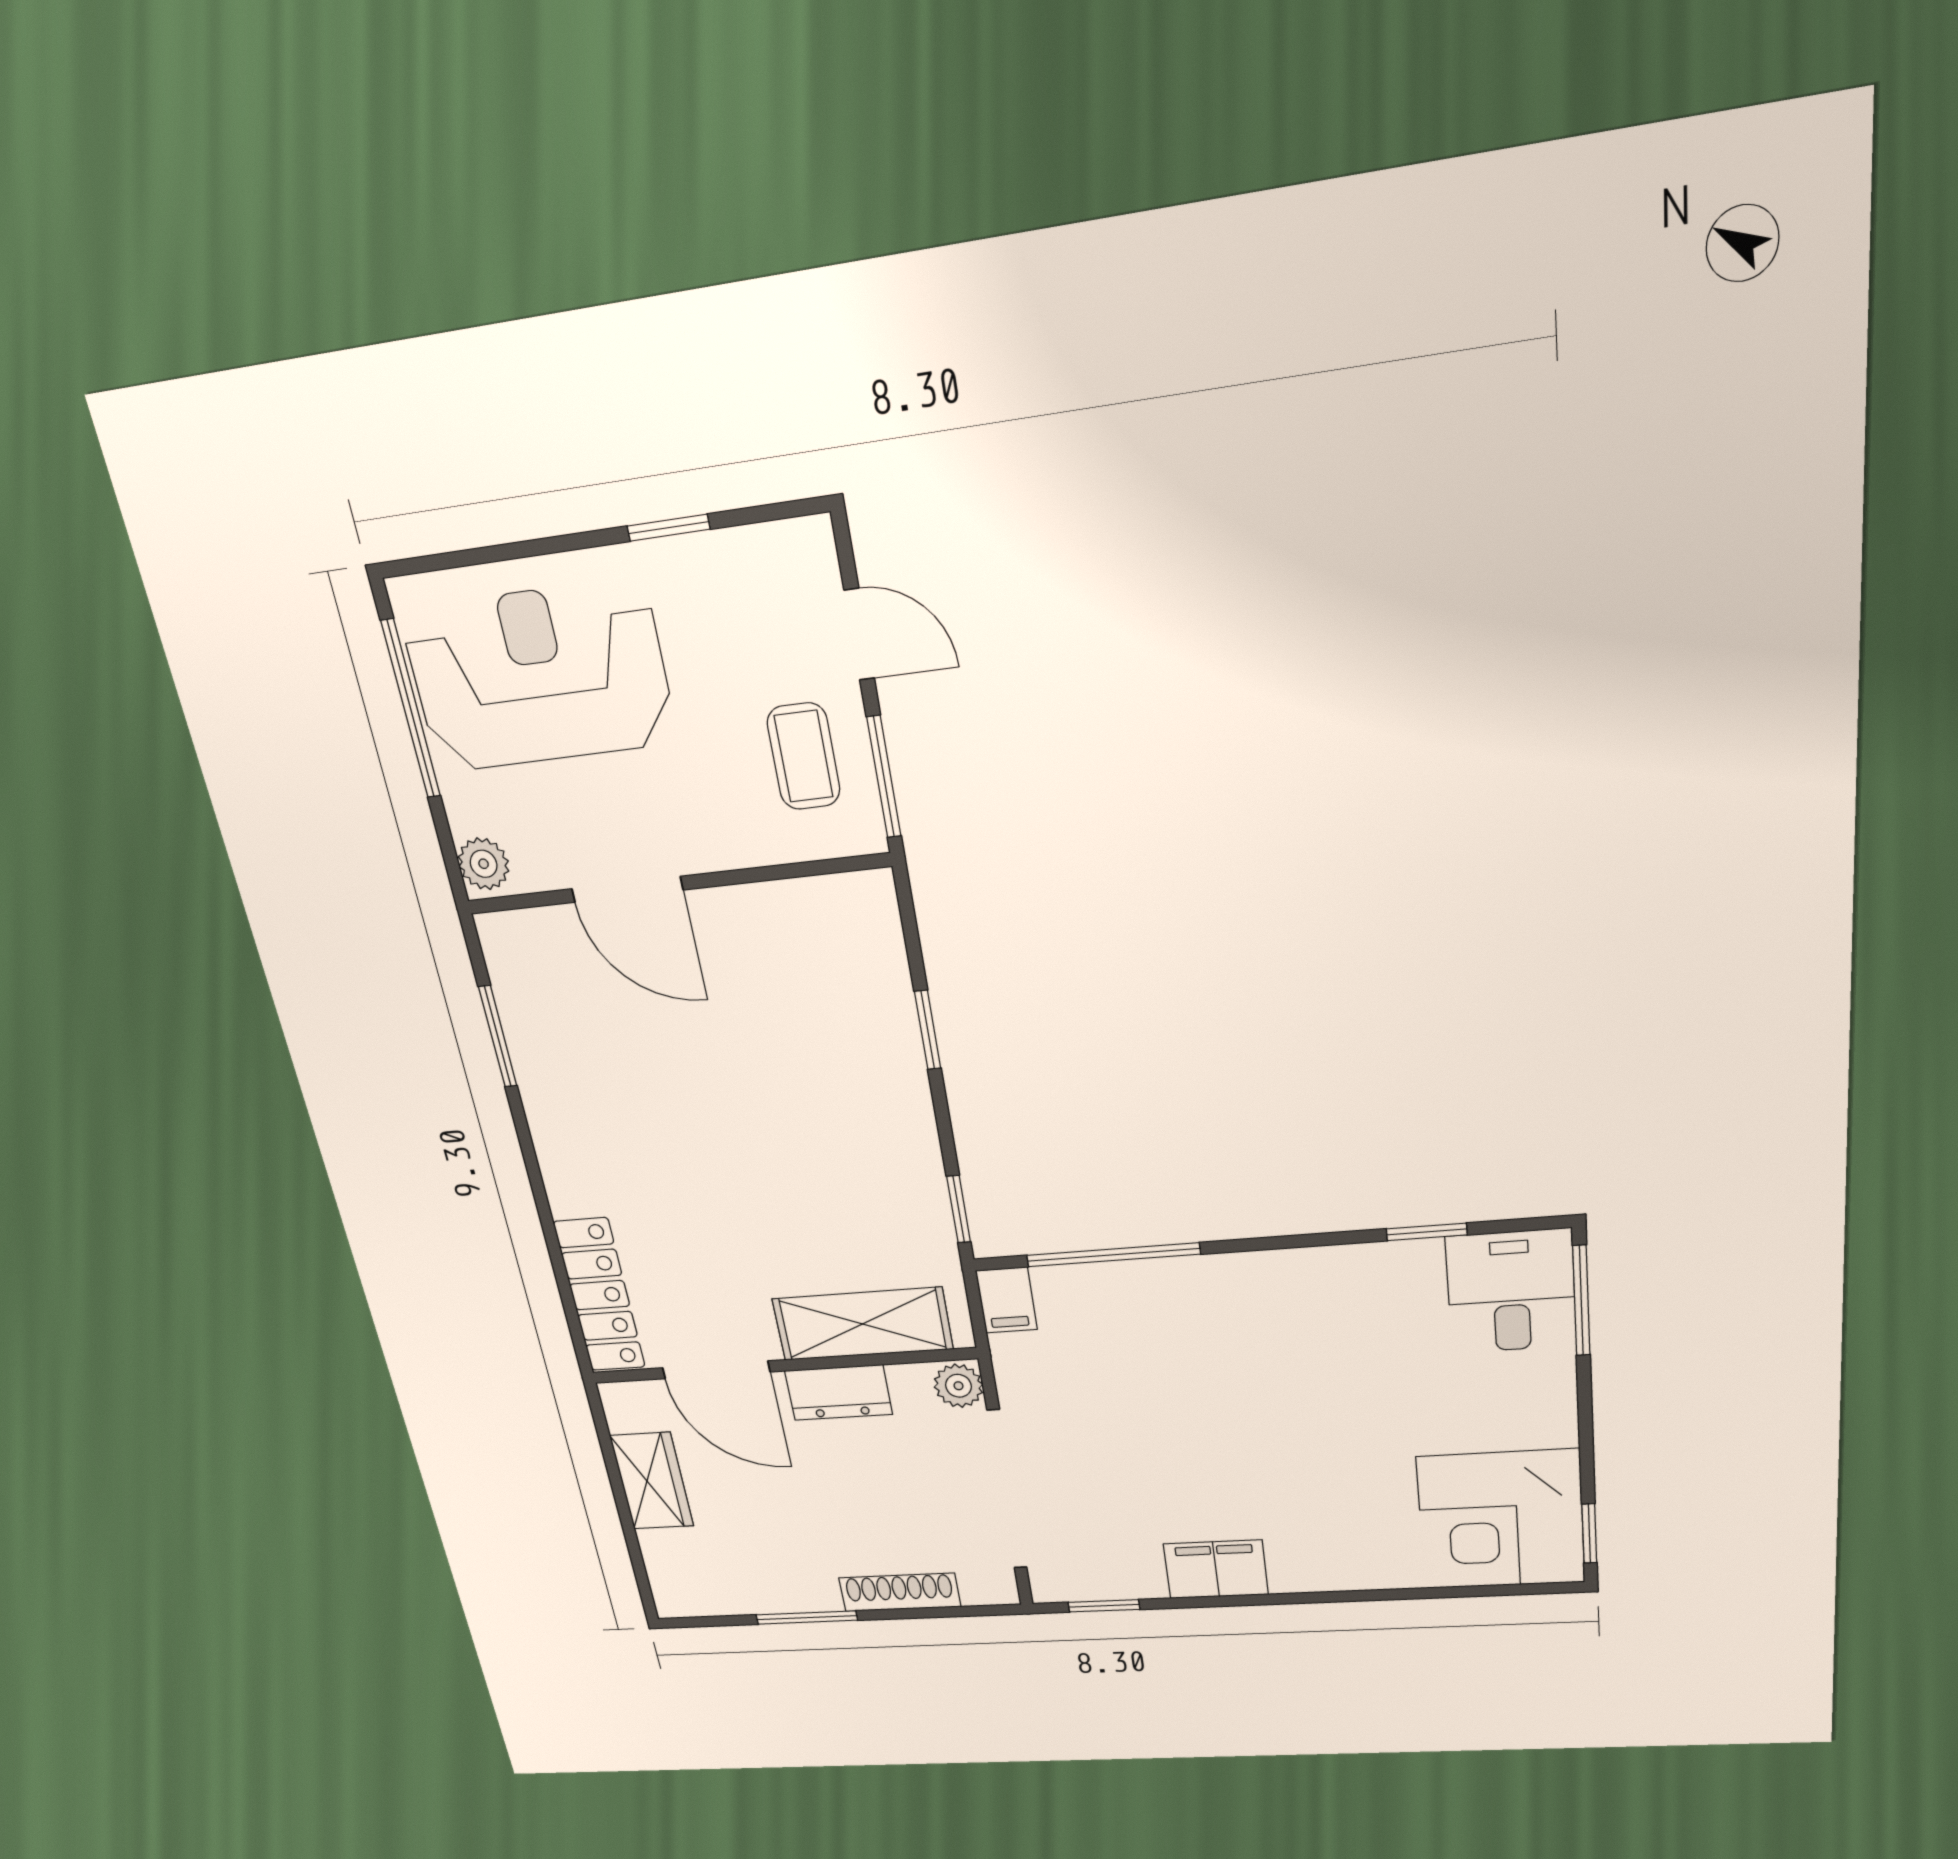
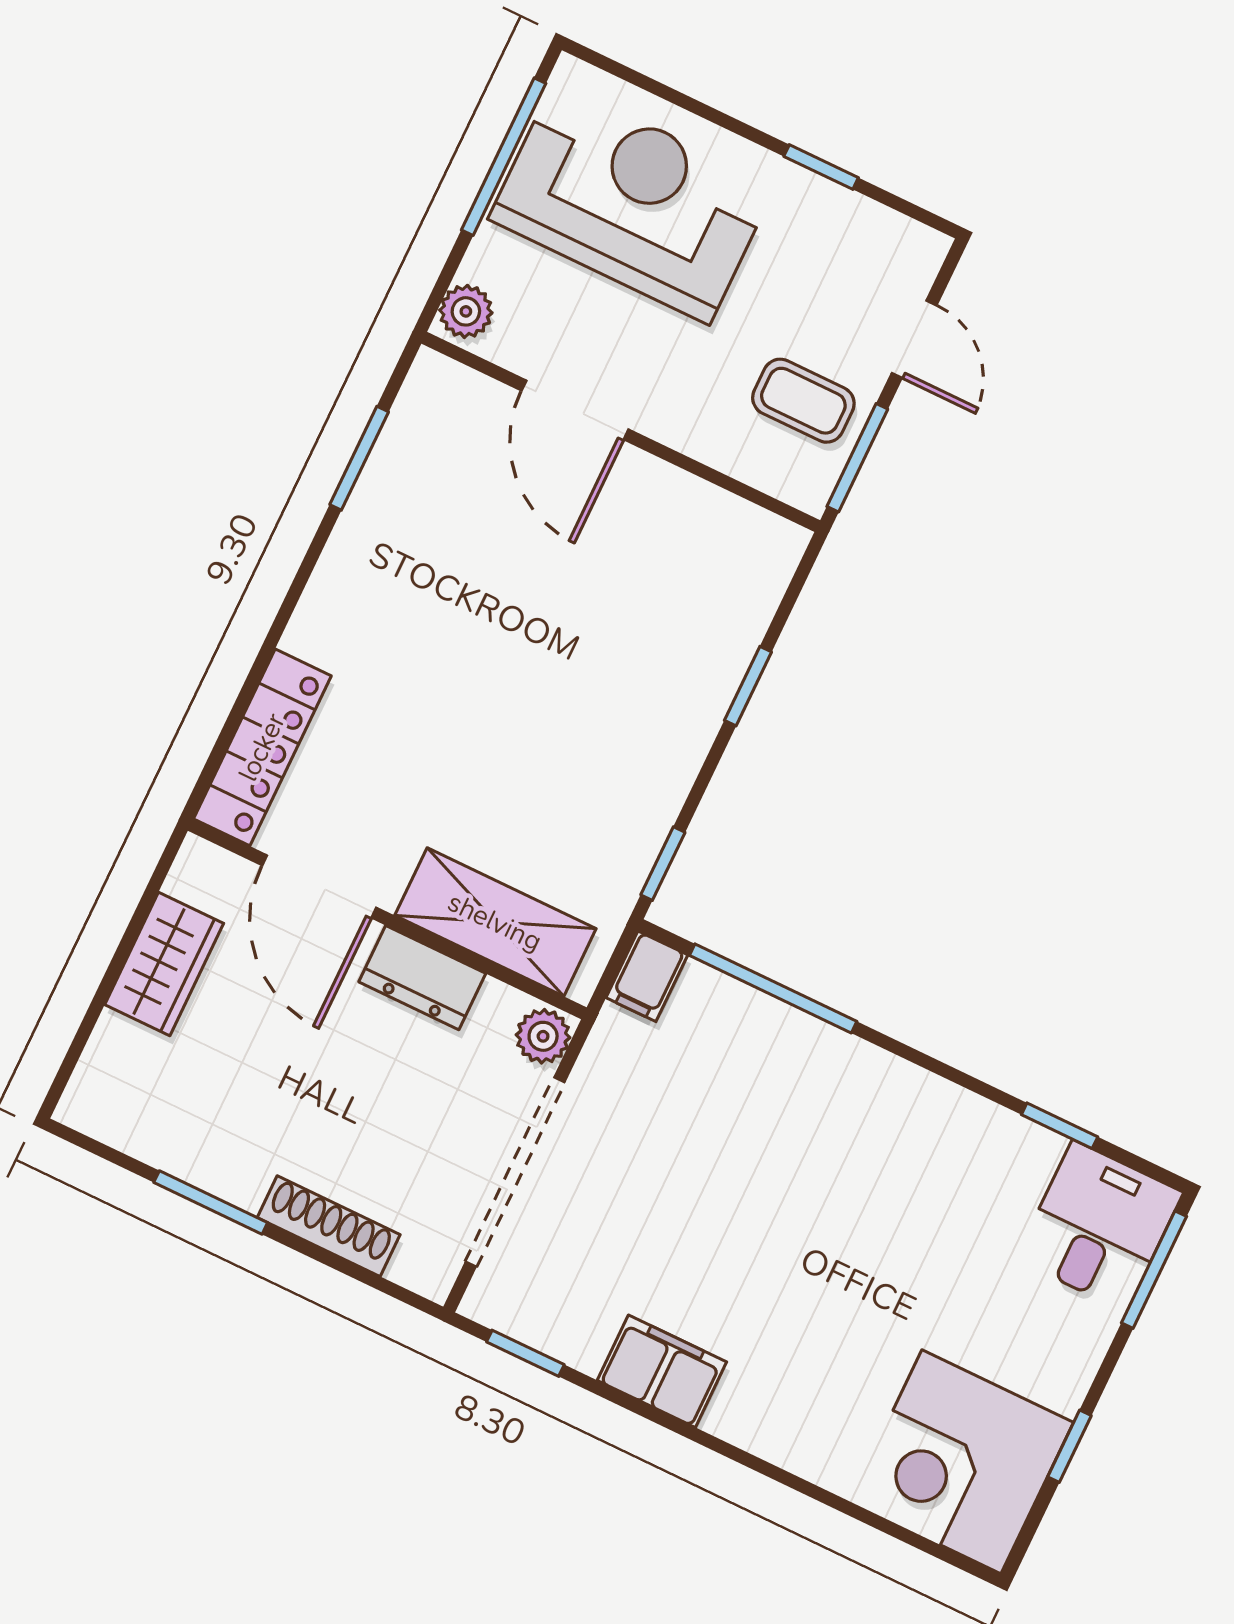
coffee table: (804, 756) -> (803, 401), turned 90
window: (1589, 1533) -> (1069, 1446), moved

